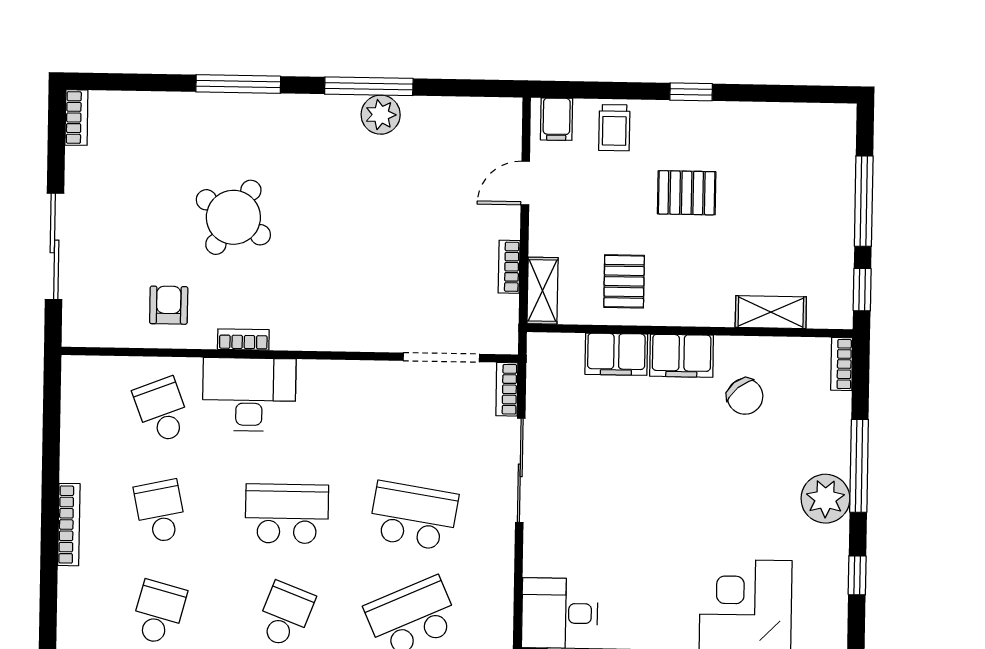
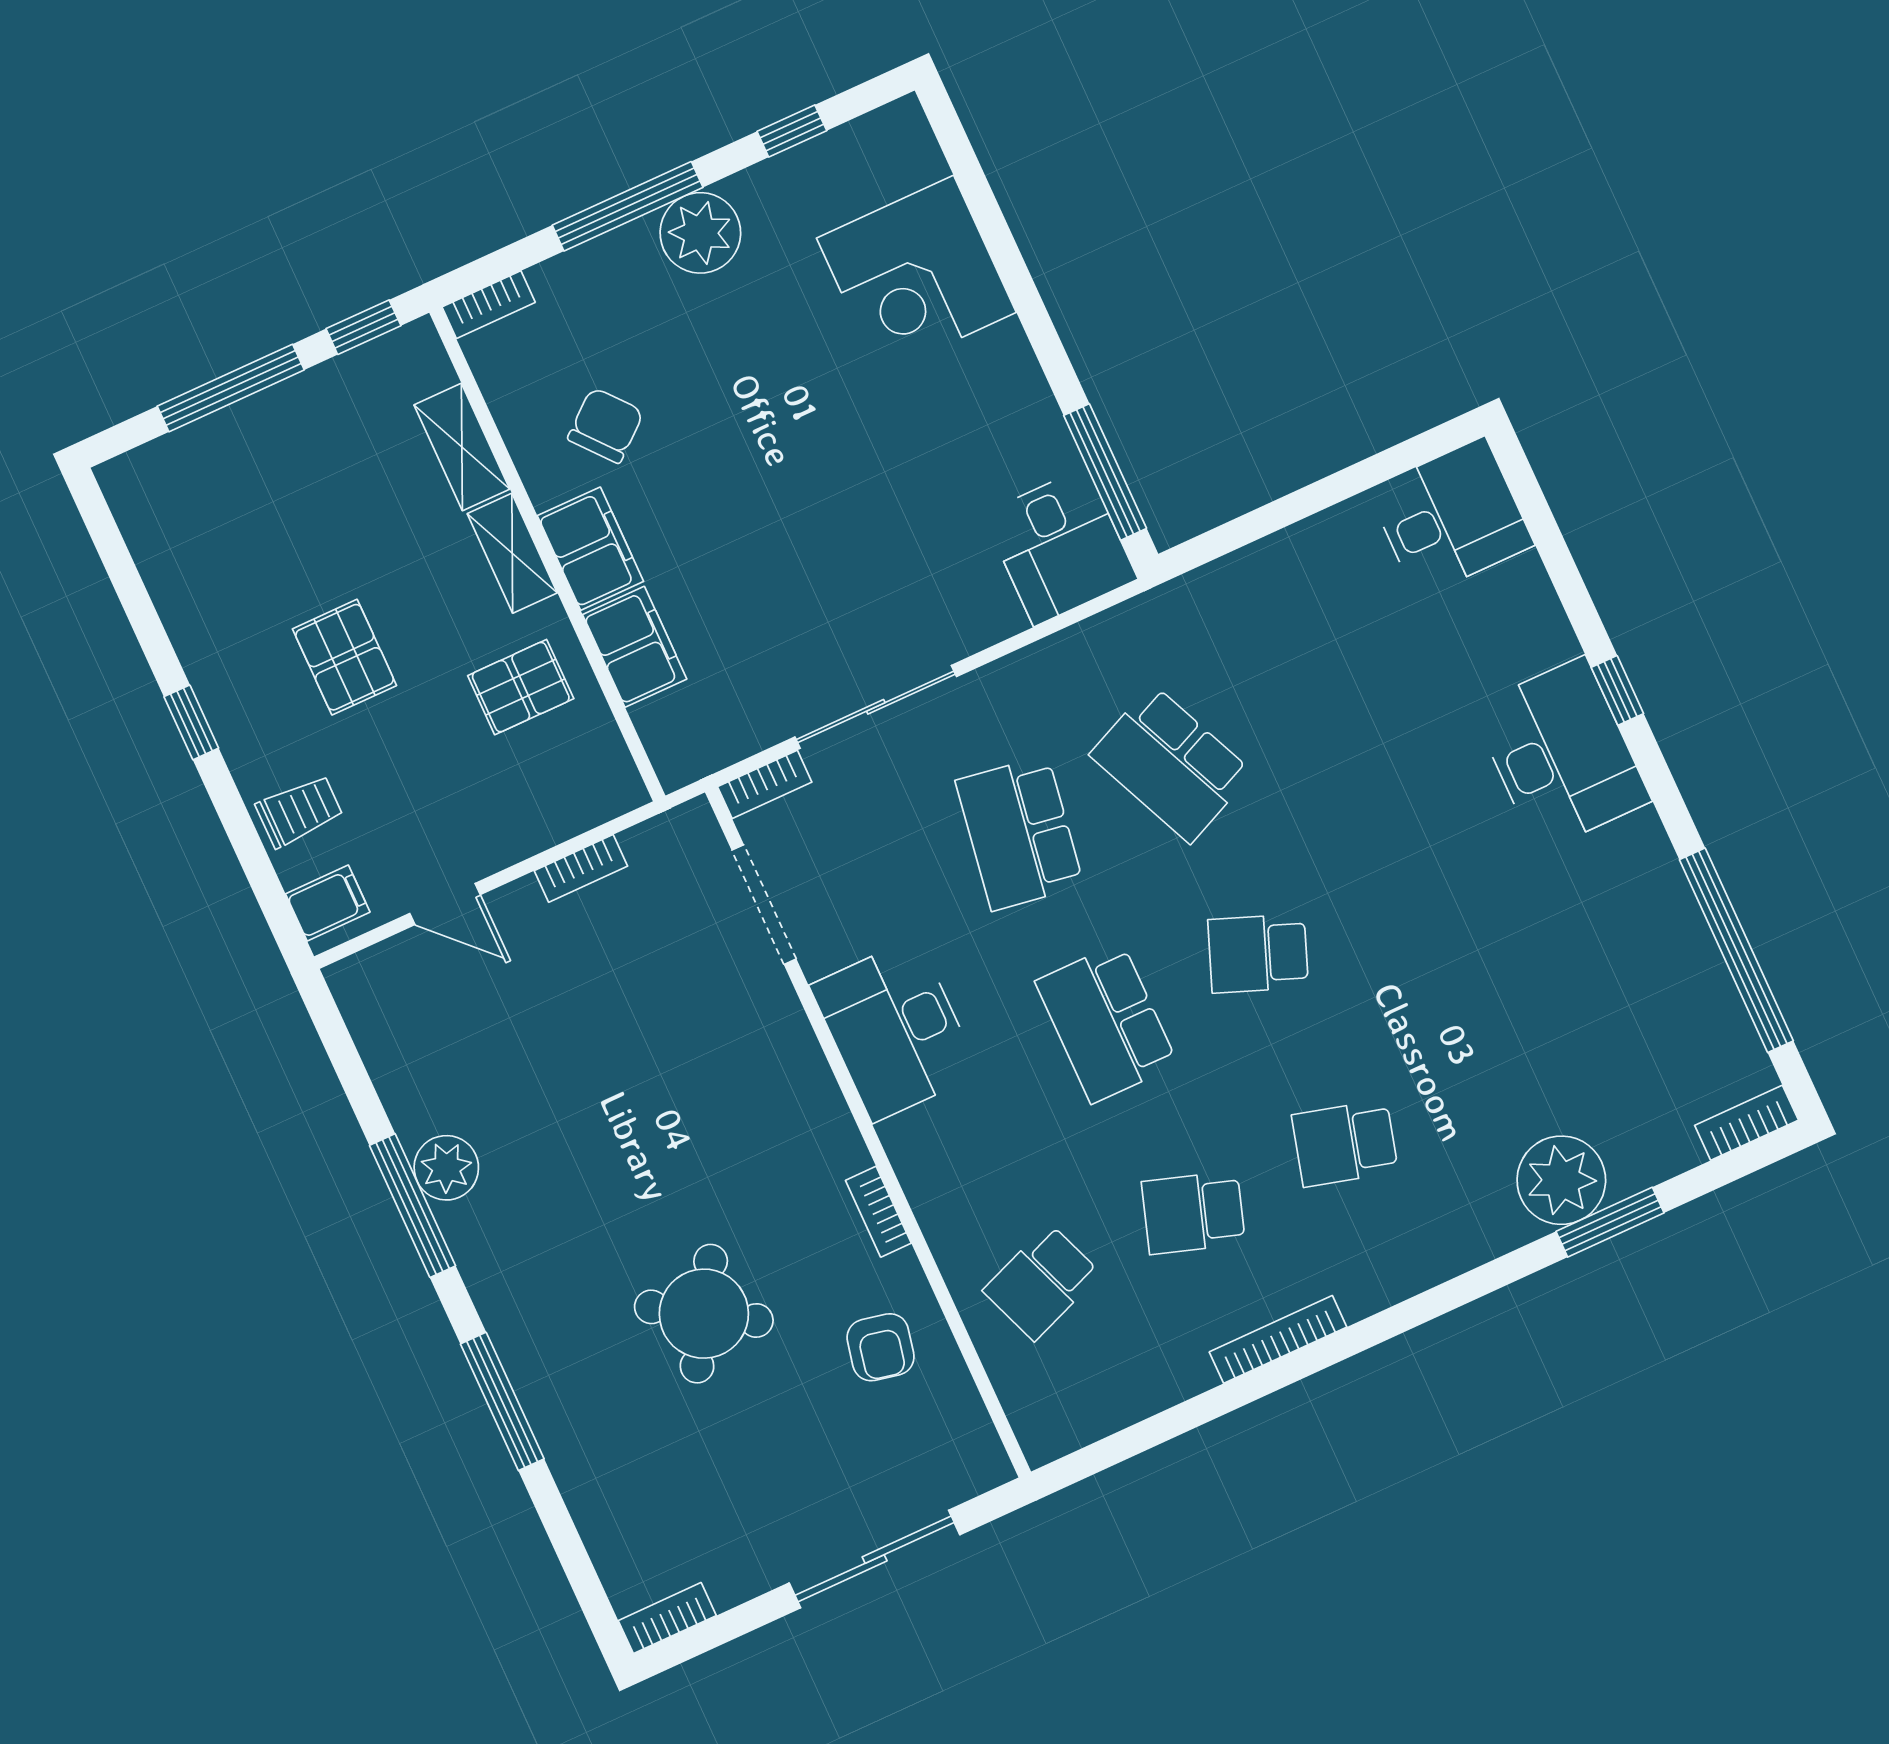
shelving: (542, 291) -> (512, 553), moved, turned 90
armchair: (169, 305) -> (881, 1347), turned -78
desk: (249, 395) -> (895, 1030), moved
school desk: (160, 511) -> (1193, 1213), turned 30

